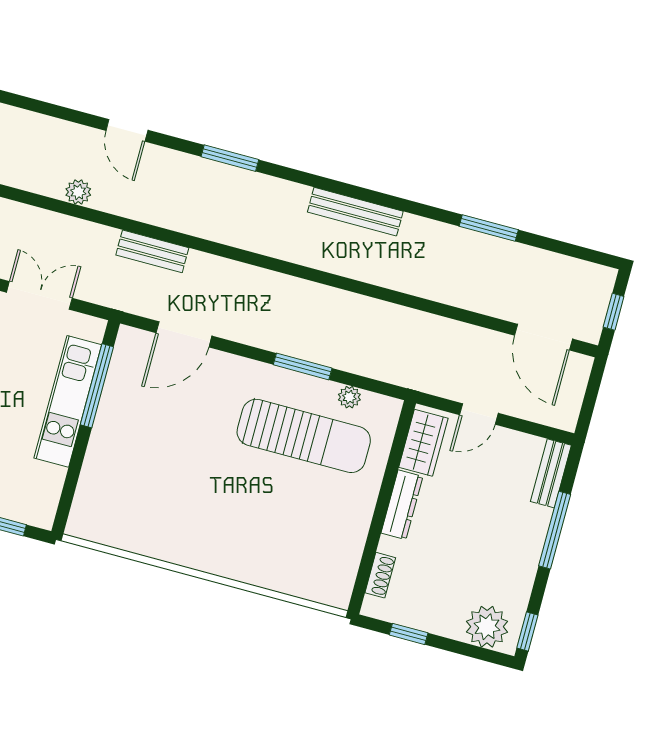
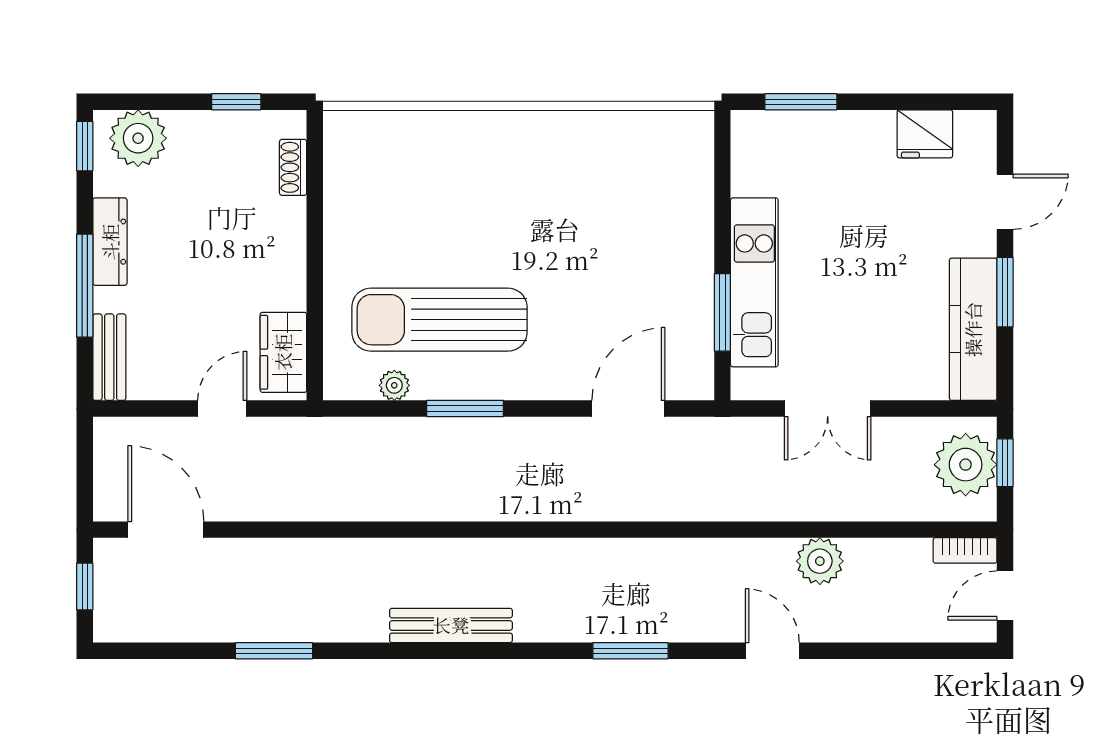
plant: (78, 192) -> (820, 561), width x1.38, depth x1.38
bench: (152, 251) -> (698, 504), removed
window: (97, 386) -> (722, 312), width x0.69
dresser: (402, 505) -> (110, 242), moved, turned 180

